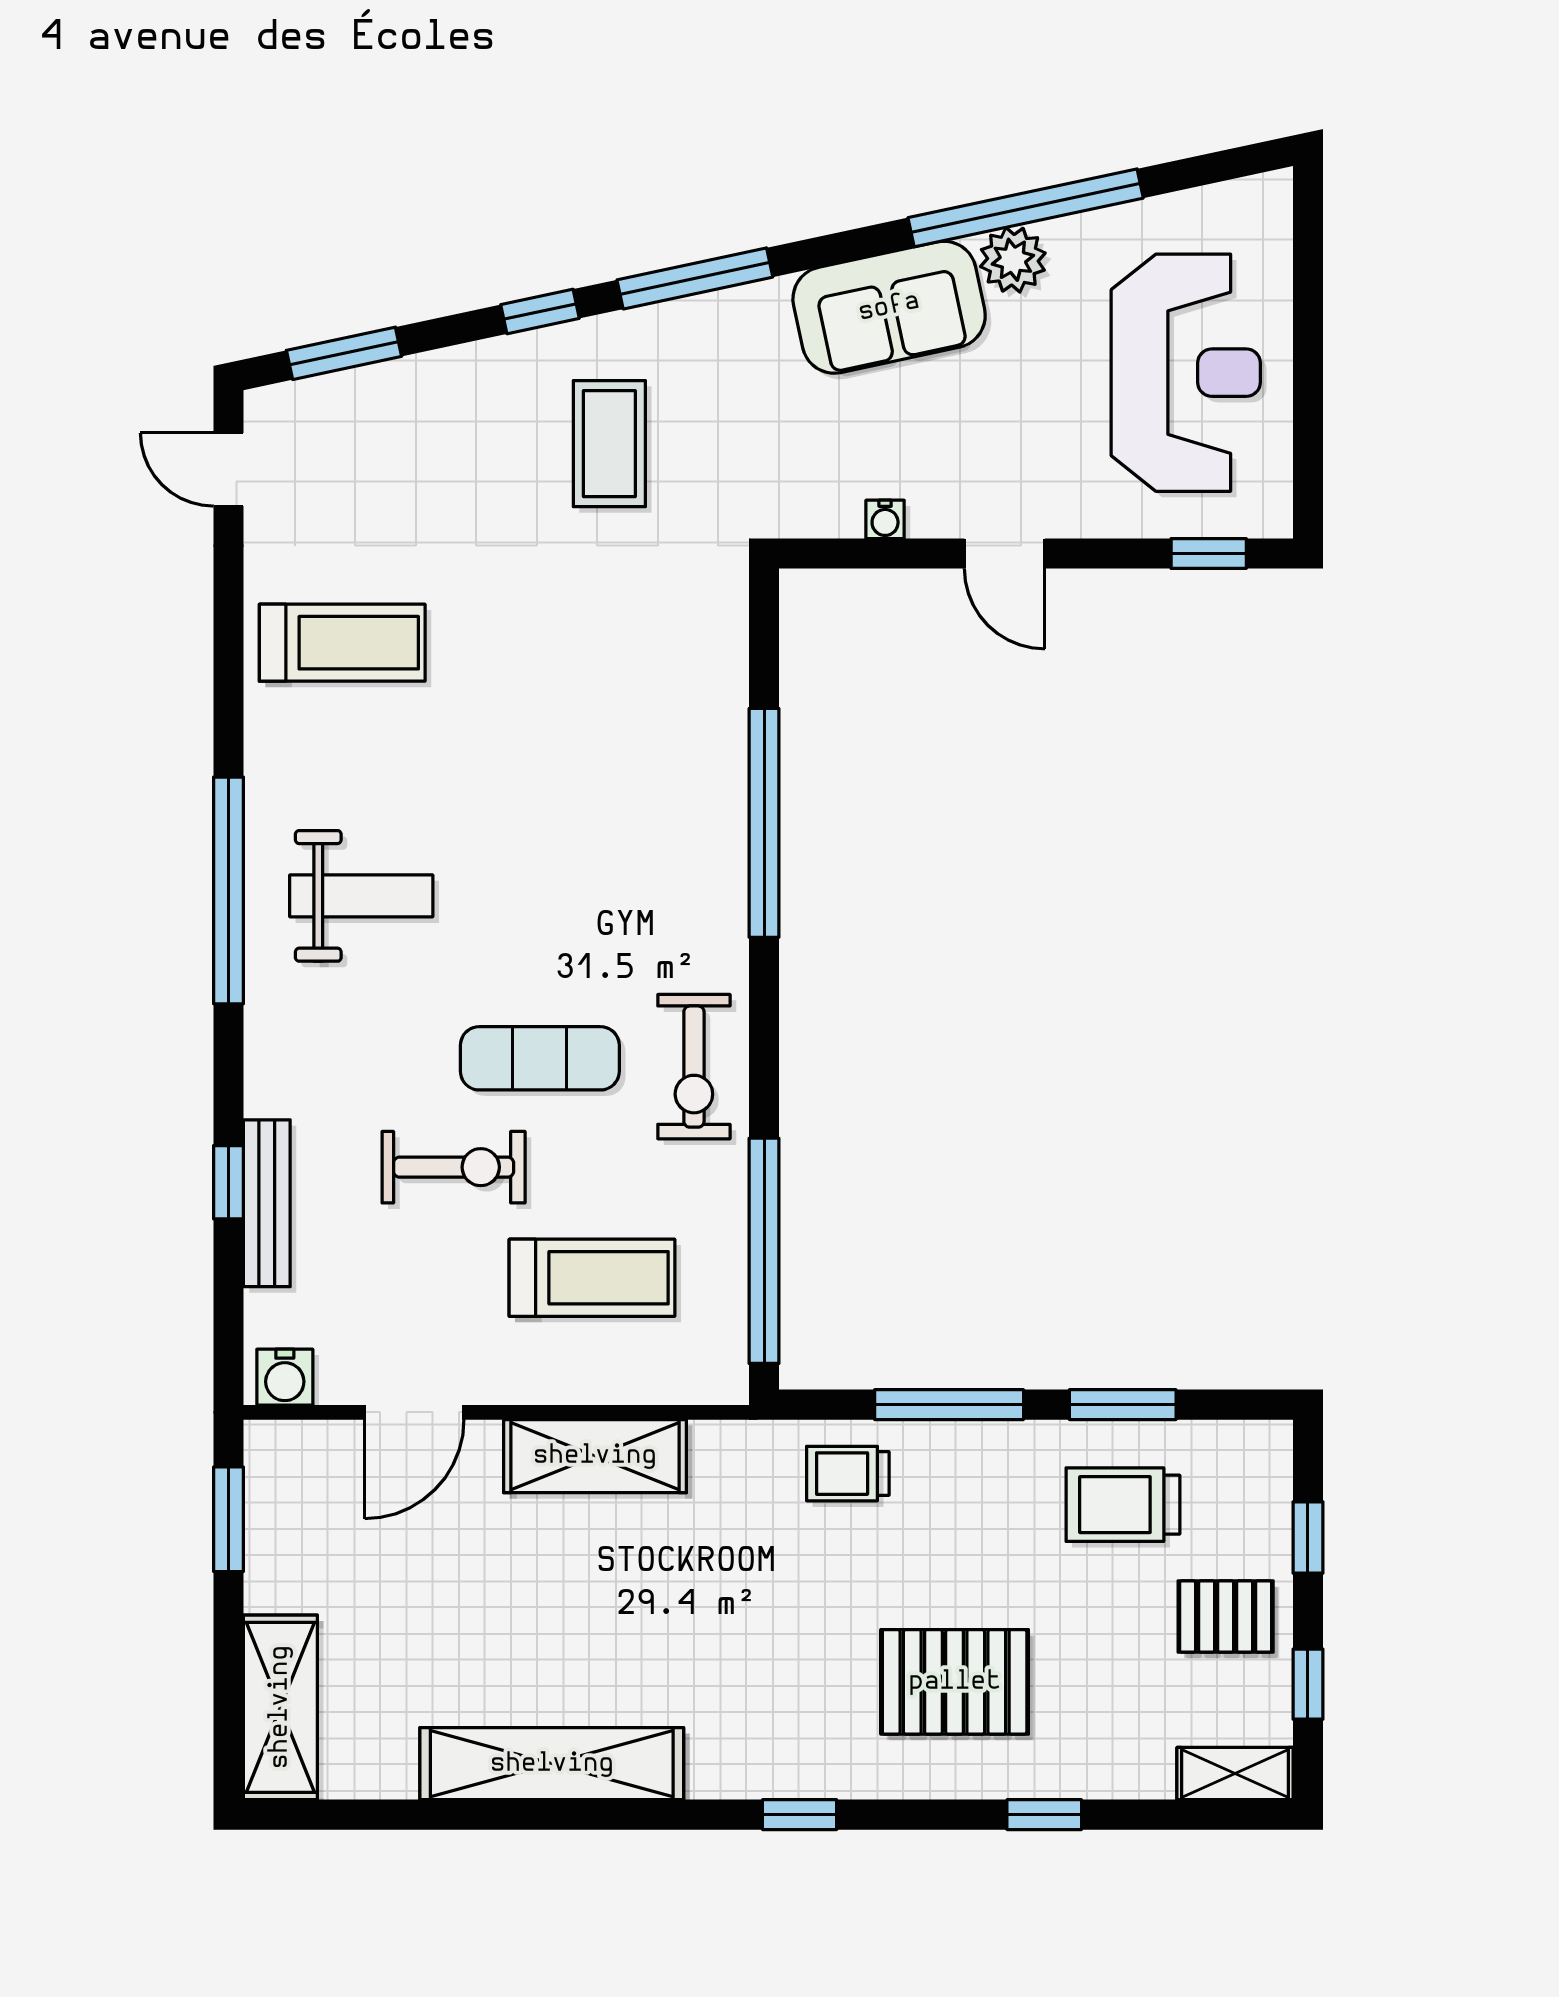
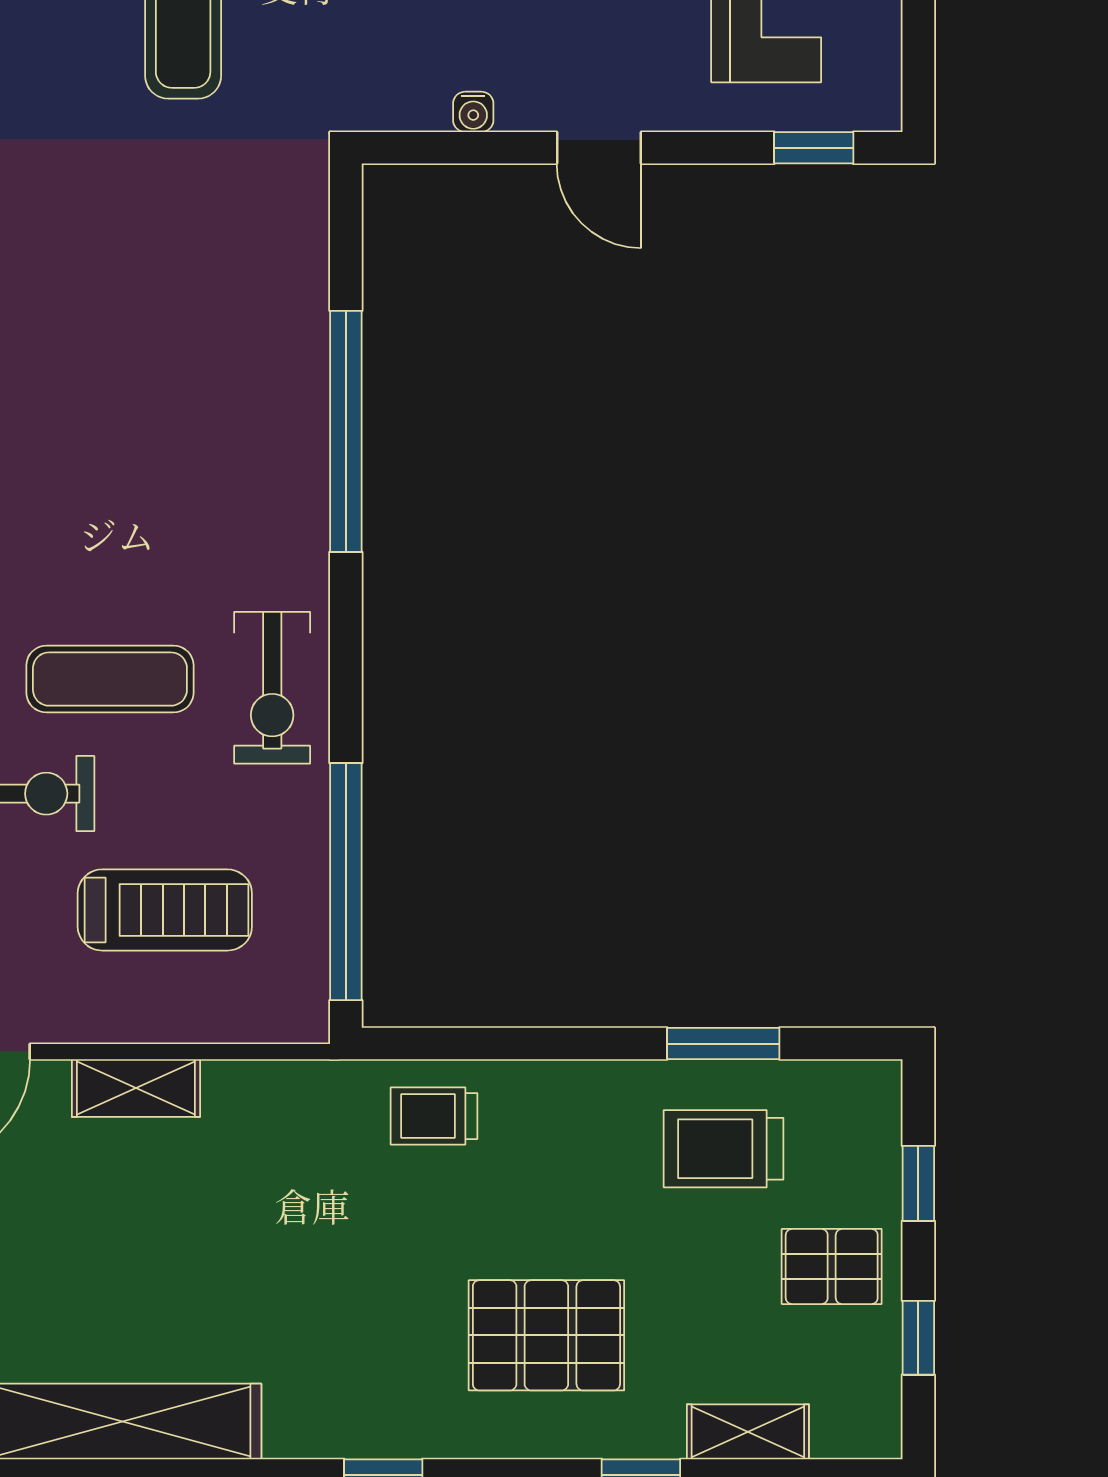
window: (949, 1405) -> (541, 1044), removed
shelving: (595, 1456) -> (136, 1088), width x0.67, depth x0.75
shelving: (1235, 1774) -> (748, 1432), moved

